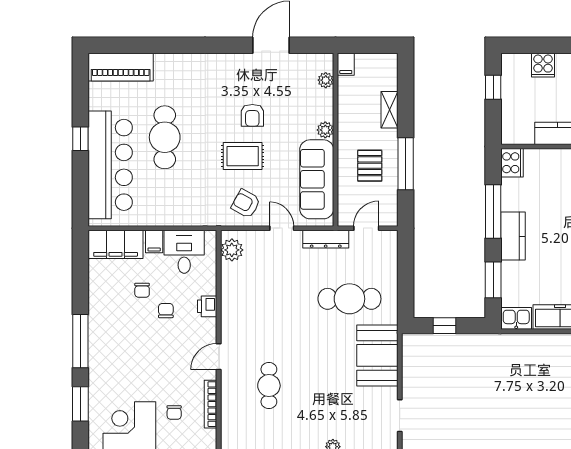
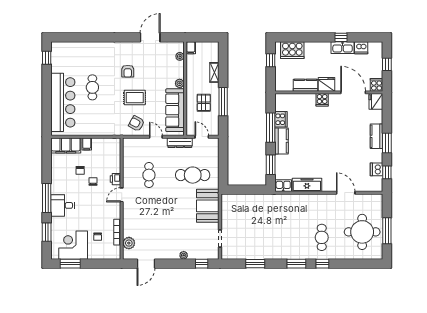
cooker: (543, 65) -> (292, 50), width x1.87, depth x1.31
piano: (121, 67) -> (69, 49), removed
armchair: (252, 115) -> (128, 71), moved
cafe table: (165, 137) -> (92, 87), width x0.73, depth x0.74
window: (80, 139) -> (47, 58), moved
cooker: (512, 163) -> (281, 119), moved
door: (366, 228) -> (202, 137), hinge flipped
plant: (232, 250) -> (129, 243), moved
desk: (184, 252) -> (63, 205), moved, turned -90
window: (444, 326) -> (244, 190), removed
door: (219, 357) -> (122, 195), moved
cafe table: (269, 386) -> (149, 175), moved

